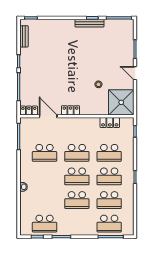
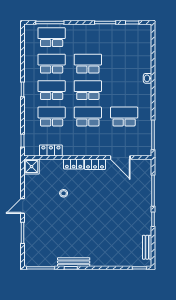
door: (135, 73) -> (23, 206), swing flipped
shower: (121, 102) -> (32, 167), width x0.54, depth x0.54
locker: (29, 110) -> (74, 164), moved
school desk: (45, 224) -> (124, 37), removed

